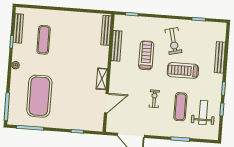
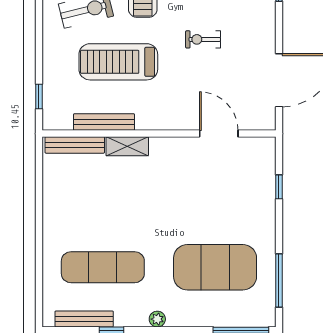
exercise mat: (44, 40) -> (103, 267), width x1.36, depth x1.45
treadmill: (146, 55) -> (118, 62), width x1.37, depth x1.38
shelving: (102, 79) -> (127, 146), moved

